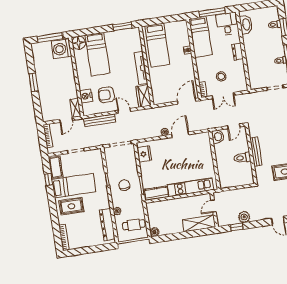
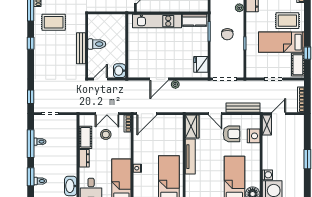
washing machine: (68, 62) -> (267, 175), added
cot: (239, 71) -> (85, 137), added
double door: (223, 96) -> (107, 114), swing flipped

